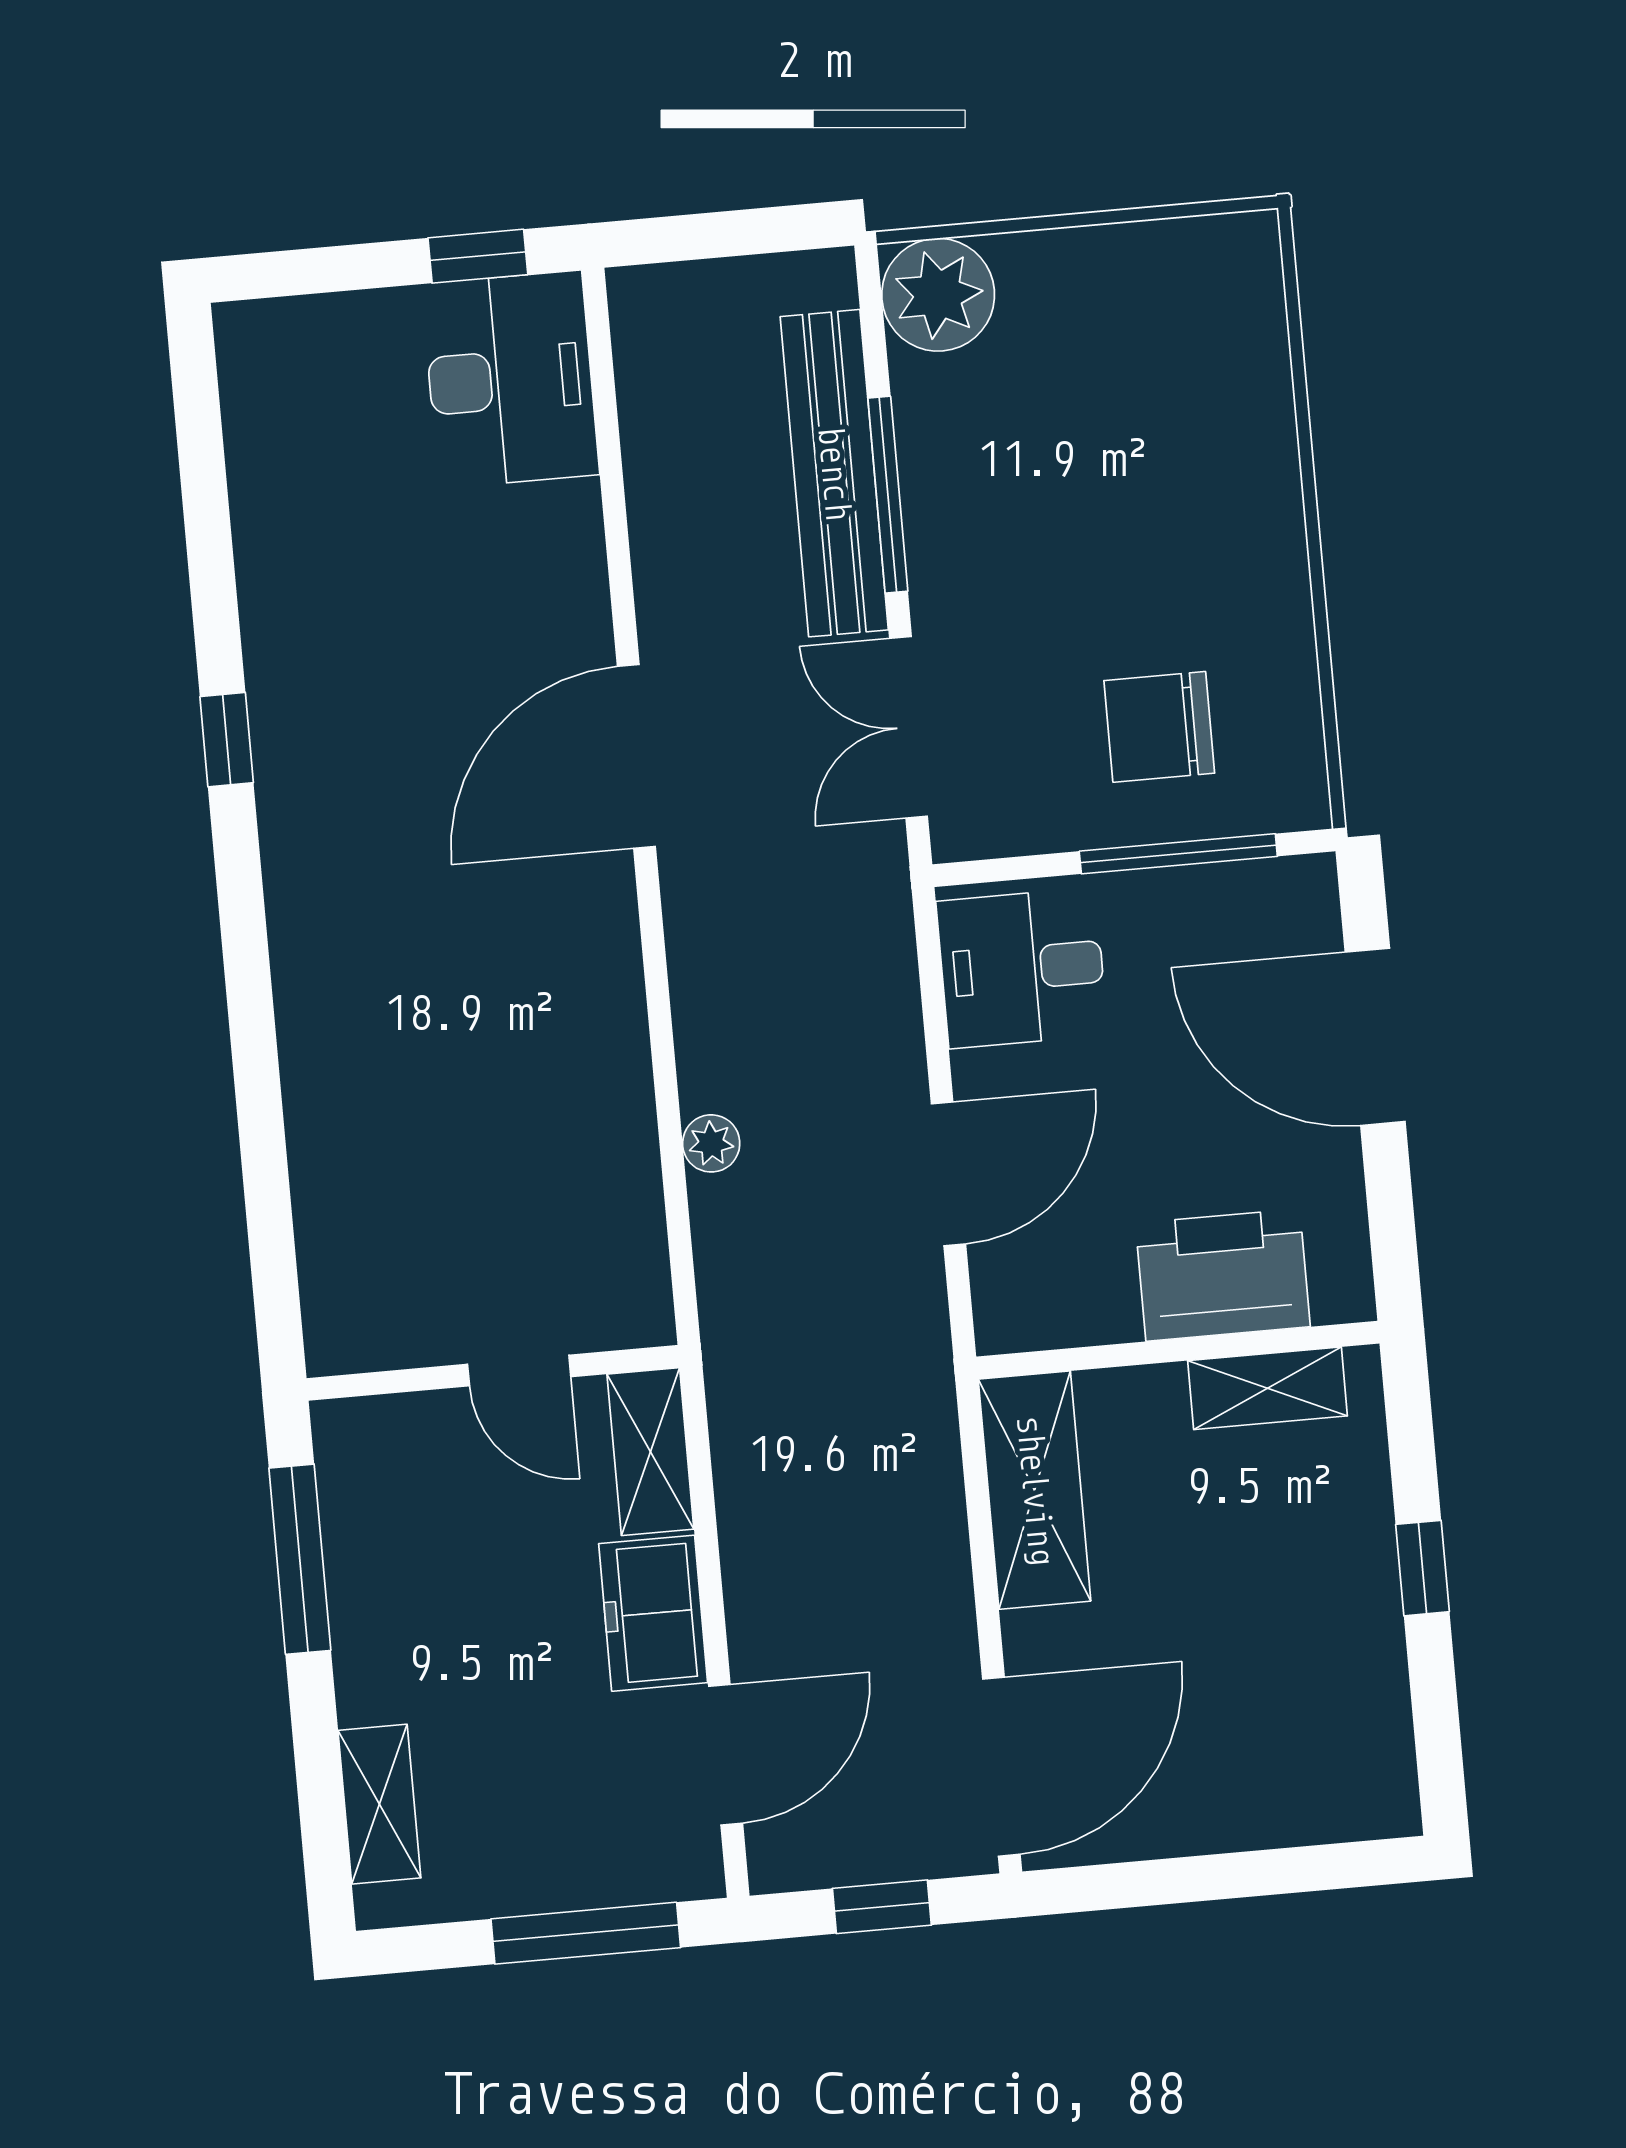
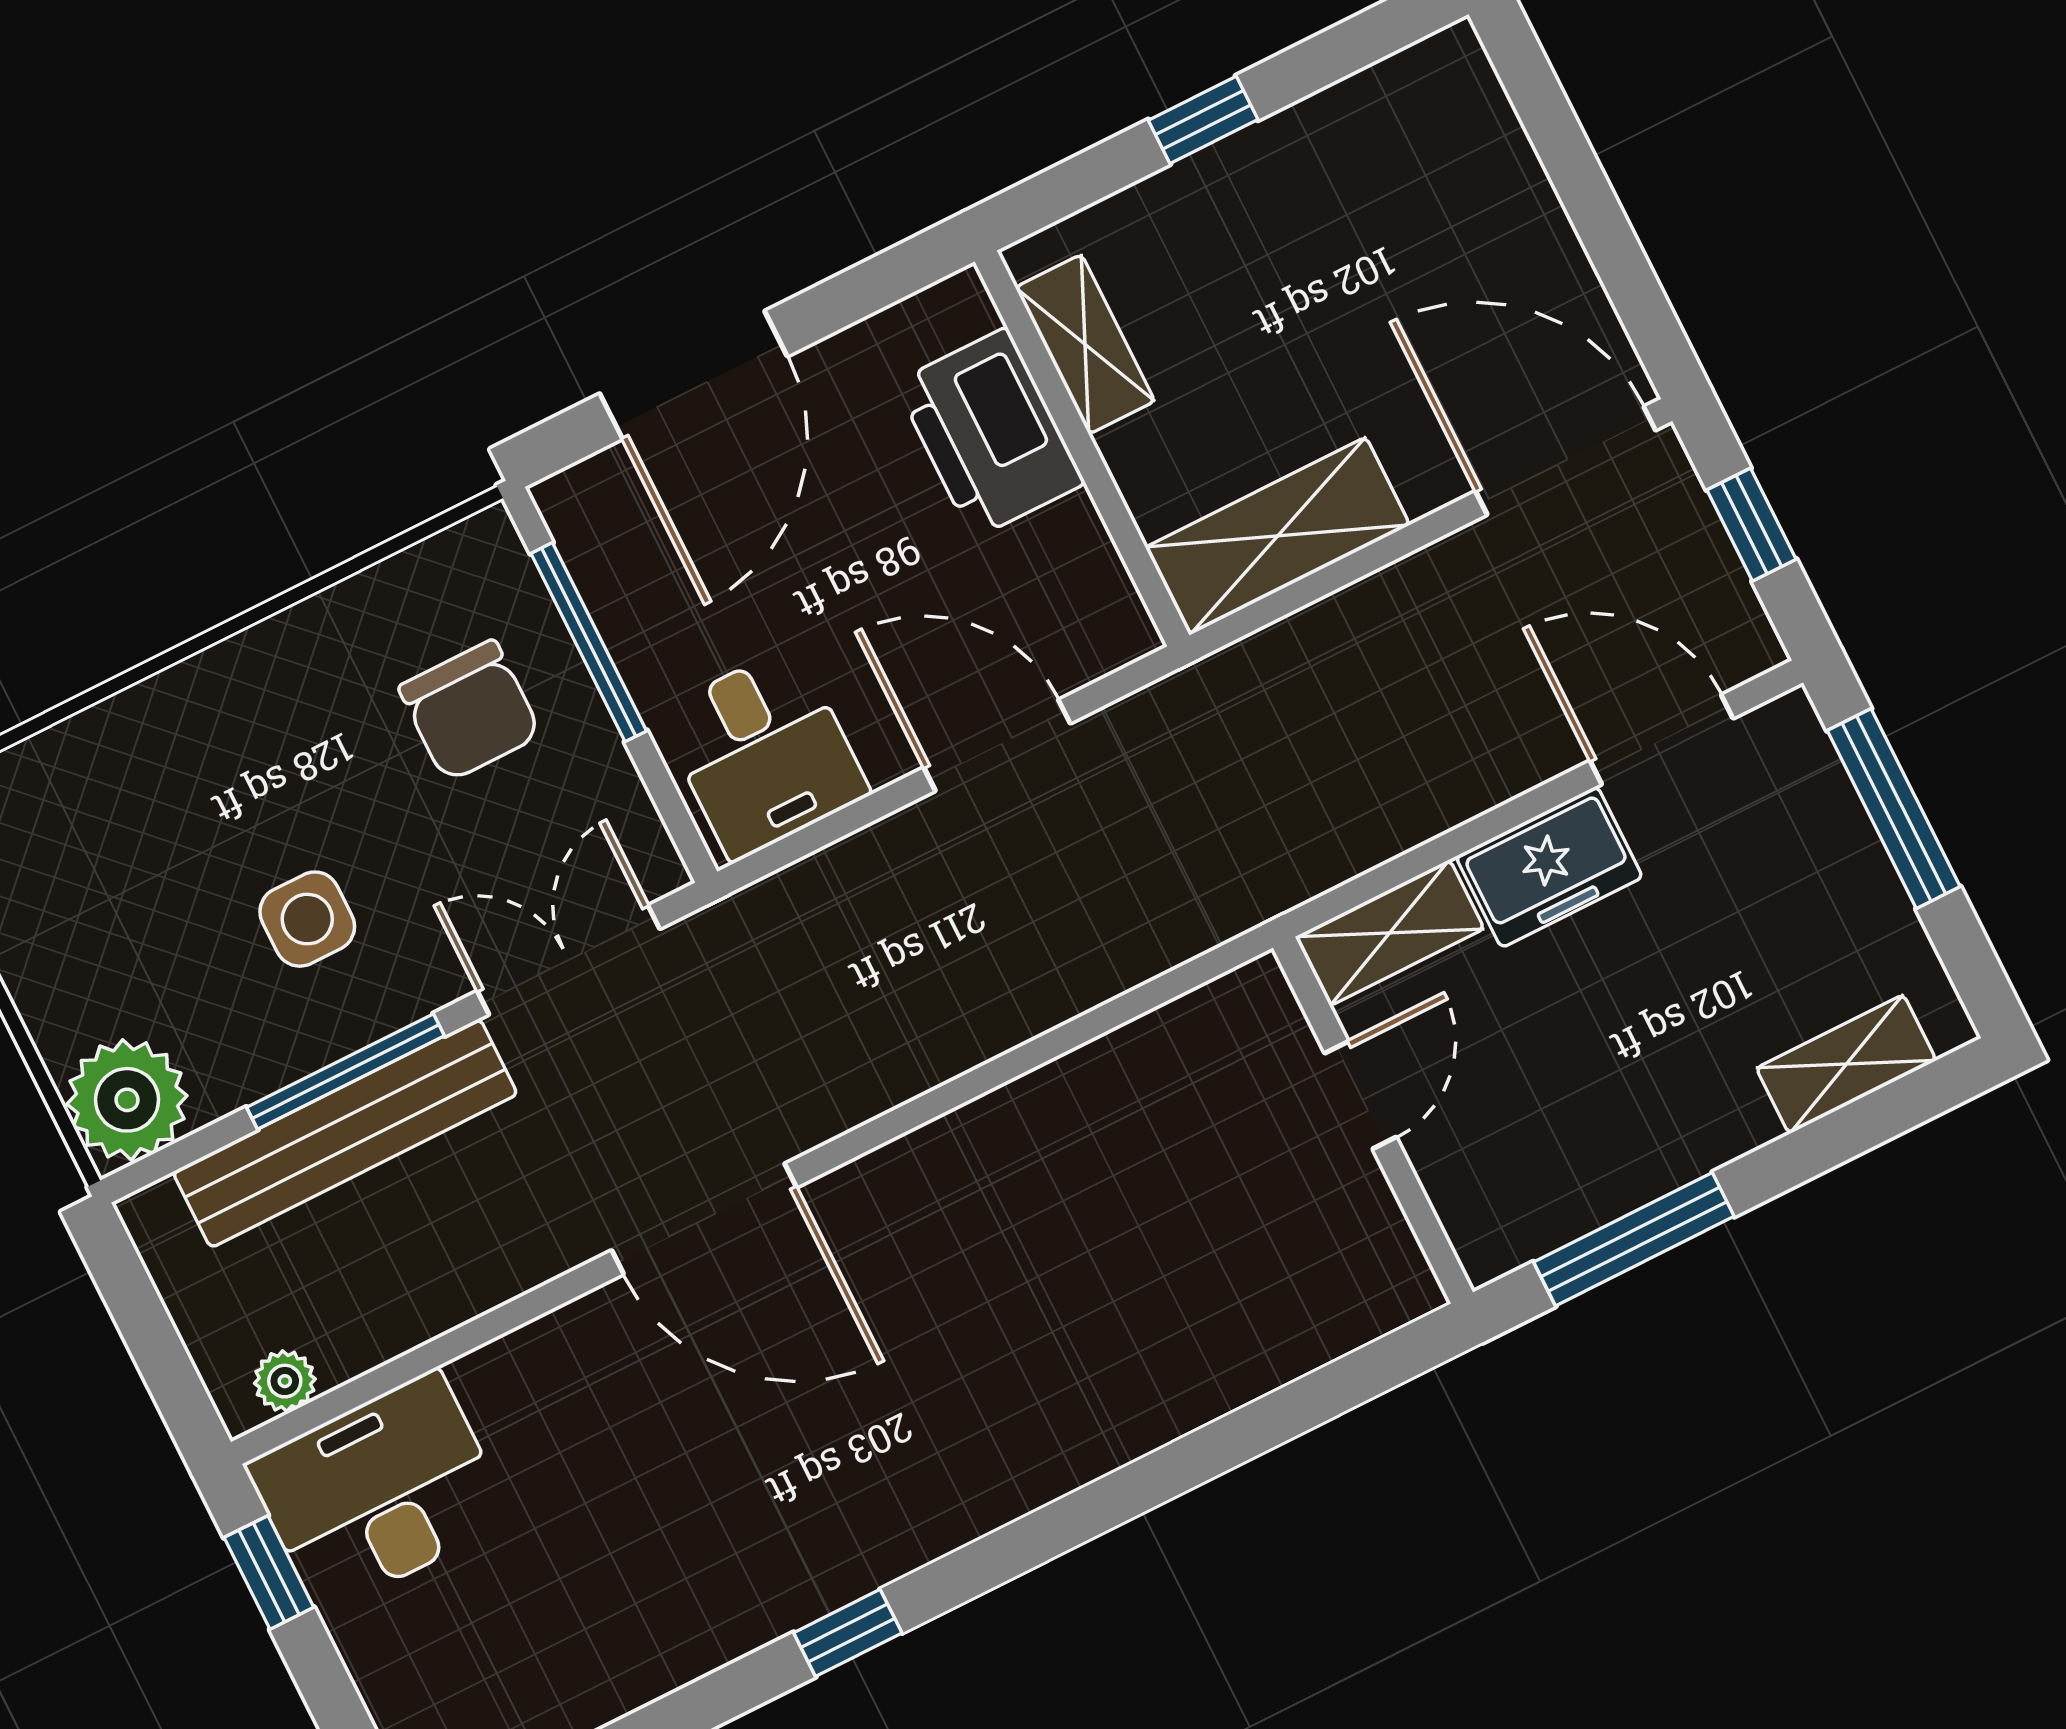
side table: (1034, 514) -> (307, 919), added
double door: (909, 727) -> (569, 960), swing flipped
plant: (711, 1143) -> (285, 1381), moved

